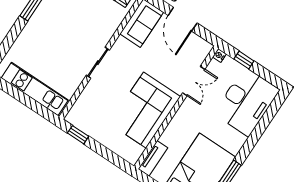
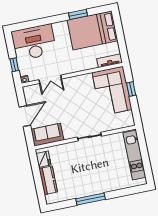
double door: (194, 81) -> (50, 79), swing flipped
corner sofa: (145, 110) -> (112, 91), moved, turned 90
window: (78, 135) -> (131, 89), moved

